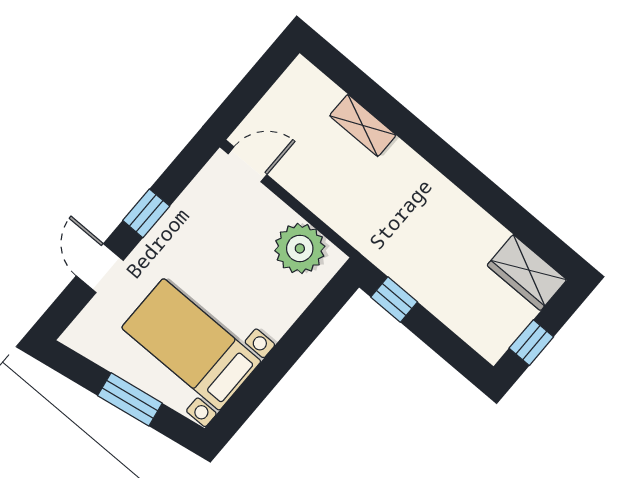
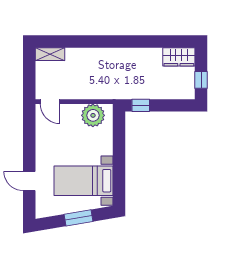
shelving: (363, 125) -> (50, 54), moved
door: (247, 164) -> (50, 102), swing flipped
window: (146, 213) -> (29, 148), removed

